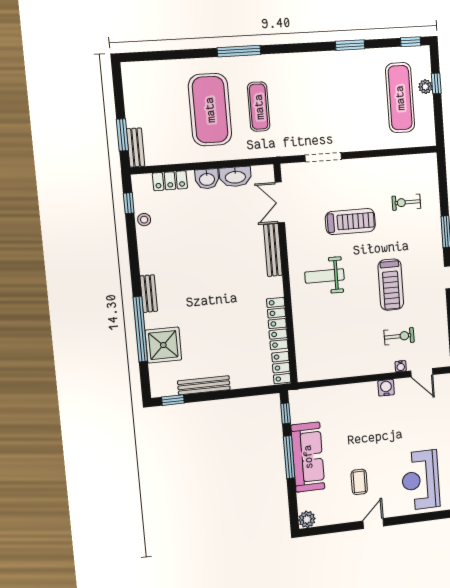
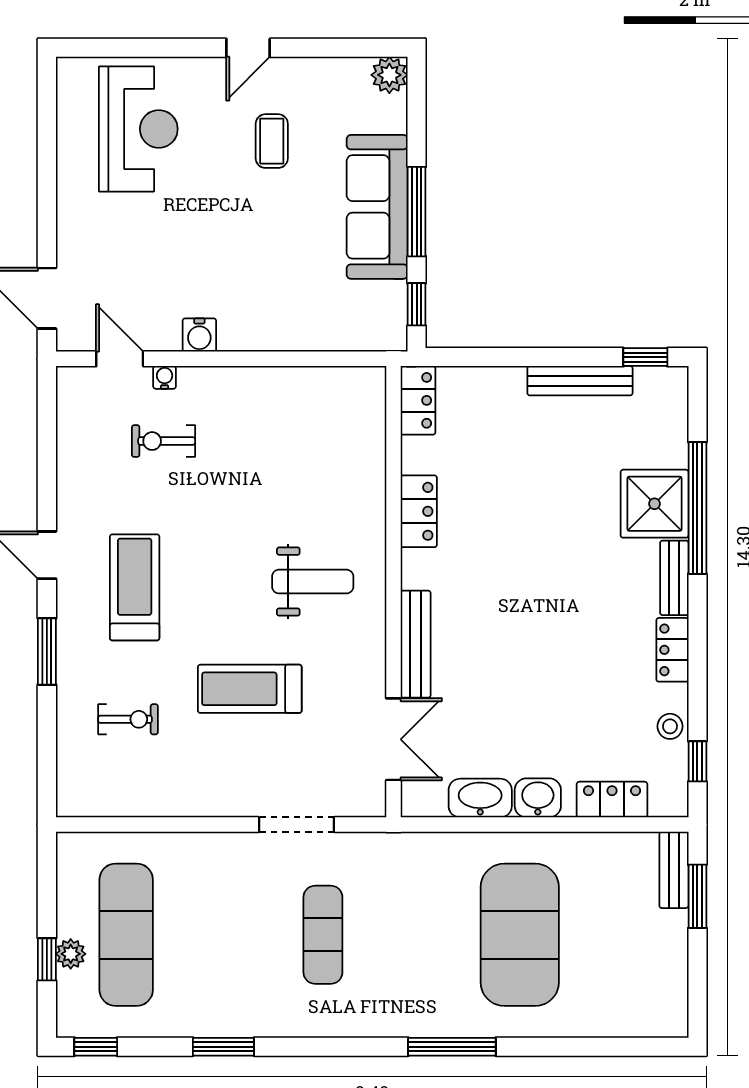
exercise mat: (259, 107) -> (323, 935), moved
locker: (146, 258) -> (672, 650), added
treadmill: (391, 285) -> (135, 587), moved
locker: (277, 324) -> (419, 511), width x0.66
shower: (163, 345) -> (655, 504), moved

